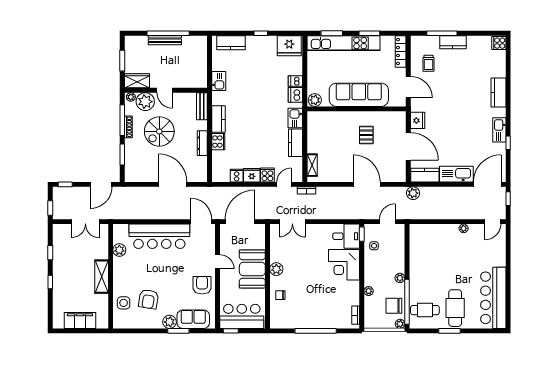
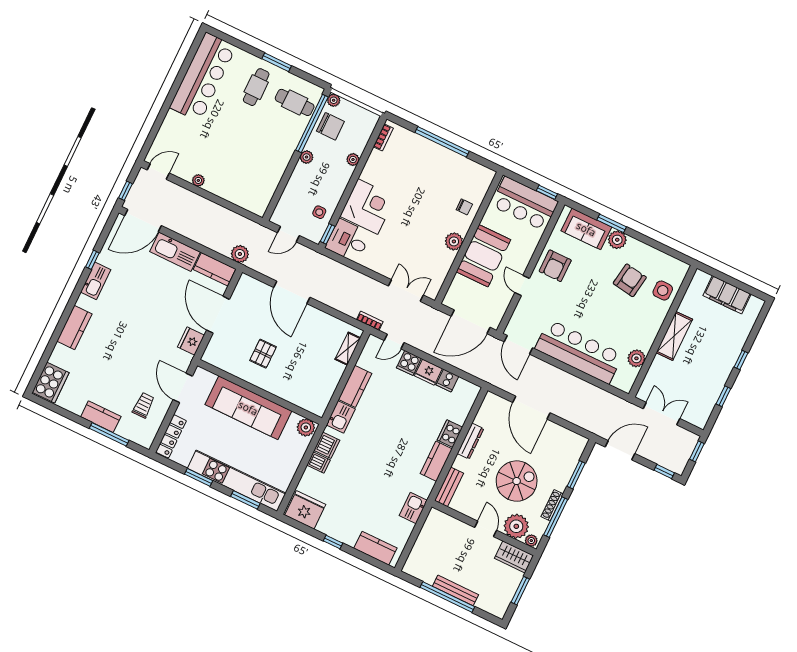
cooker: (499, 43) -> (51, 383), width x1.87, depth x1.31
cafe table: (455, 308) -> (256, 87), width x0.73, depth x0.74

